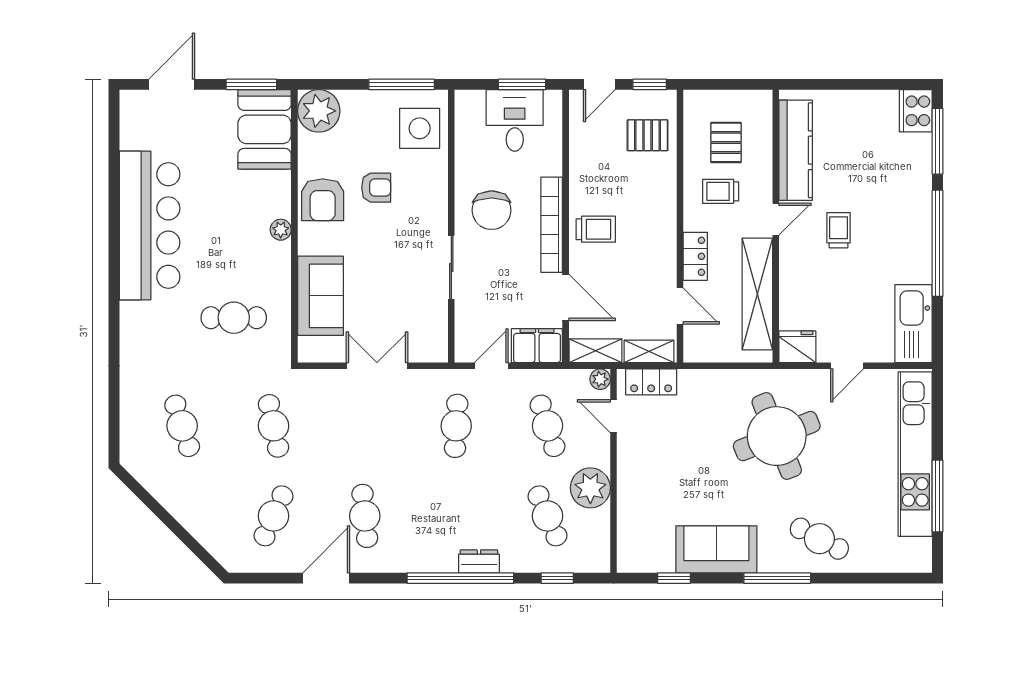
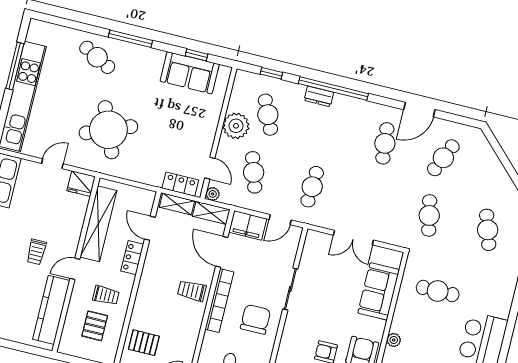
sofa: (716, 549) -> (190, 73), moved

